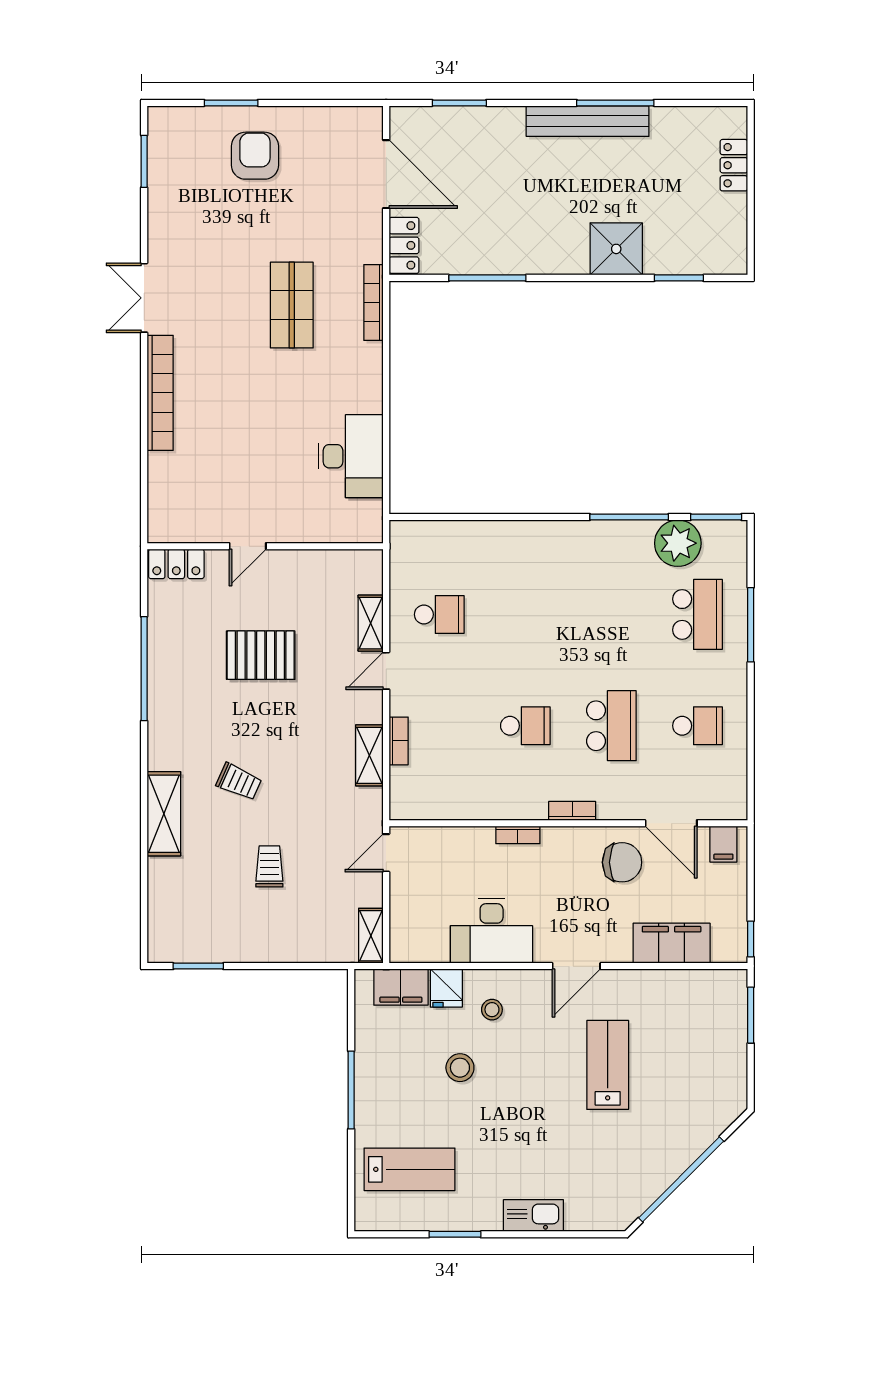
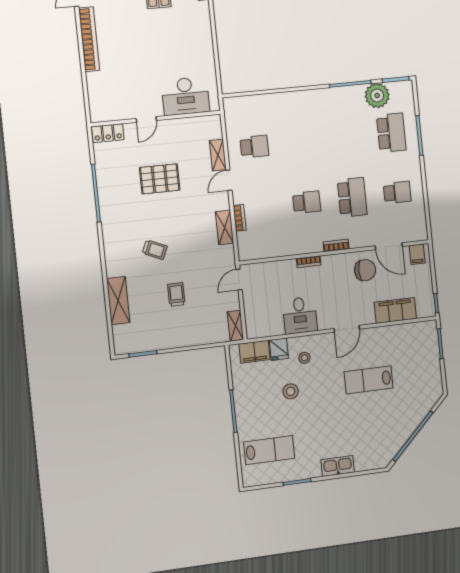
desk: (351, 456) -> (185, 96), moved, turned 90
shelving: (164, 814) -> (118, 301), moved
desk: (492, 931) -> (300, 315), width x0.73
lab bench: (608, 1065) -> (369, 380), turned -90

